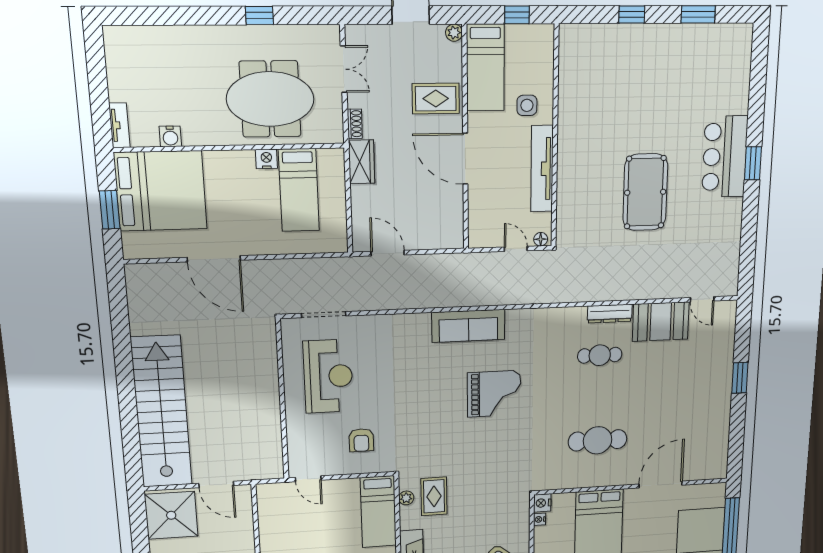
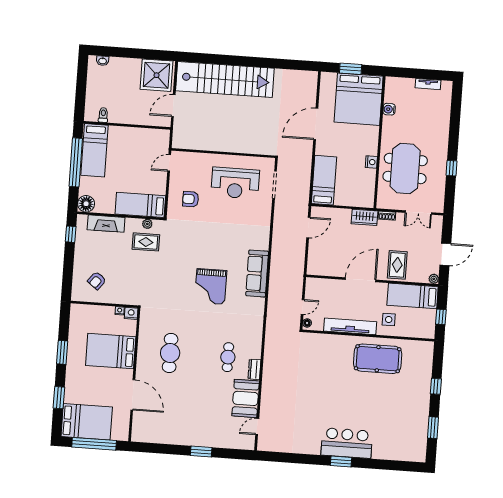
tv unit: (119, 125) -> (428, 84), moved
bed: (299, 190) -> (324, 180), moved, turned 90
pool table: (645, 192) -> (378, 359), moved
dresser: (610, 314) -> (254, 369), width x0.70

